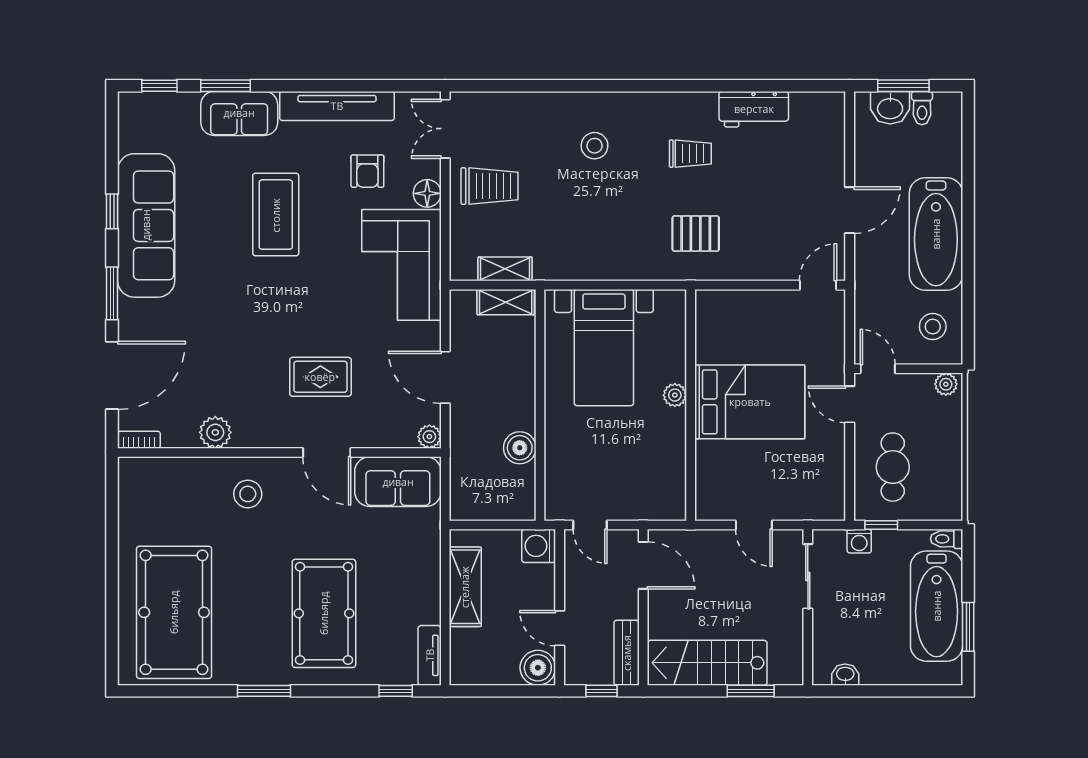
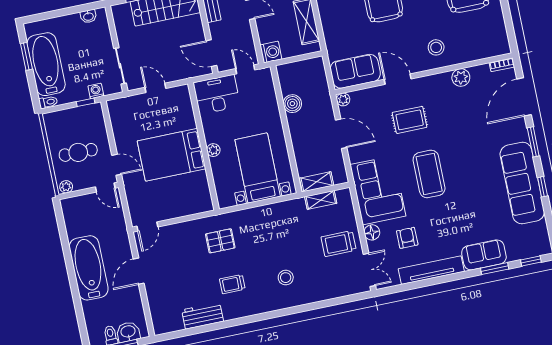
coffee table: (276, 215) -> (429, 174), moved
stool: (933, 327) -> (80, 217), removed
cafe table: (893, 467) -> (78, 152), moved, turned 90
desk: (649, 491) -> (217, 94), added

